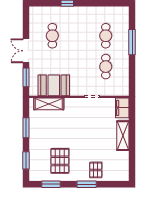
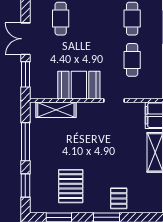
booth: (54, 85) -> (79, 85), moved
window: (26, 128) -> (25, 142), width x1.44

